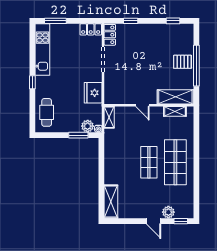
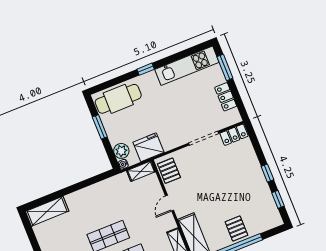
window: (131, 21) -> (267, 173), moved
locker: (91, 29) -> (226, 97), moved
fridge: (93, 93) -> (149, 147), moved
pallet: (117, 96) -> (169, 171), added
cafe table: (47, 112) -> (118, 99), width x1.37, depth x1.35
window: (78, 135) -> (100, 127), moved

